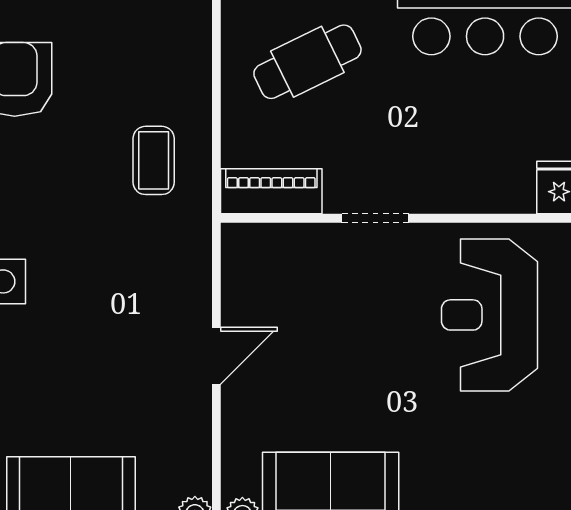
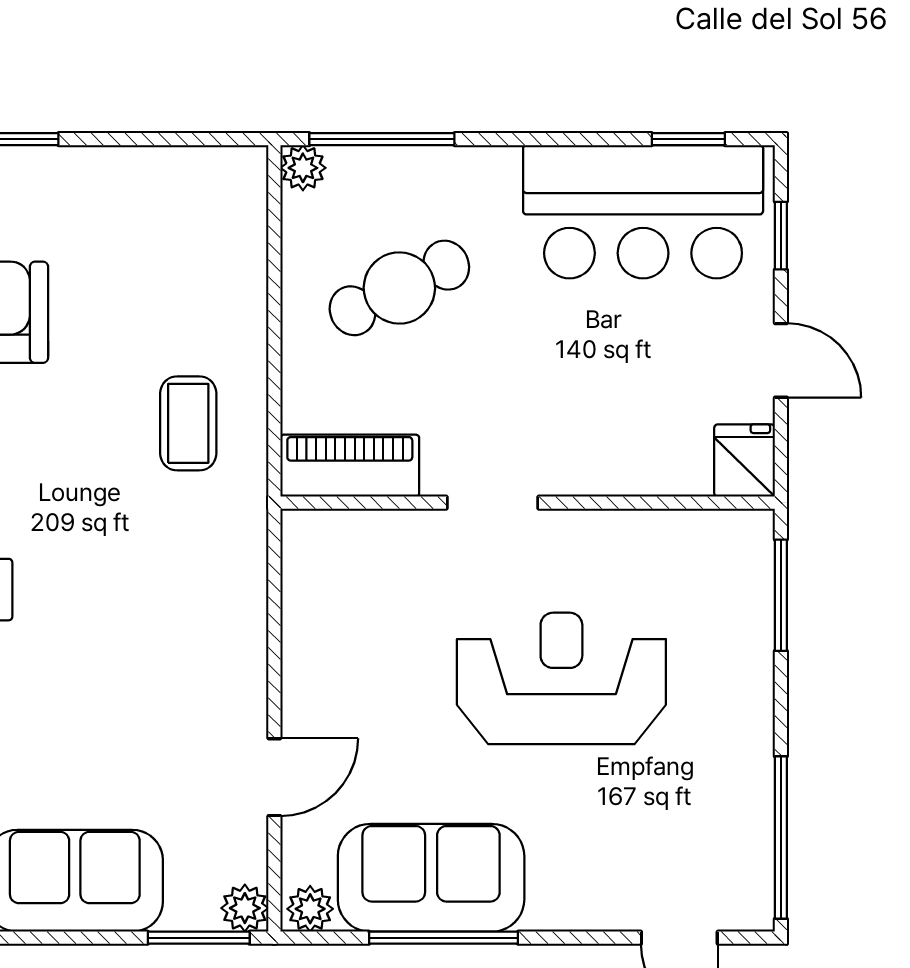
reception desk: (489, 315) -> (561, 678), moved, turned 90
door: (216, 356) -> (274, 777), moved

